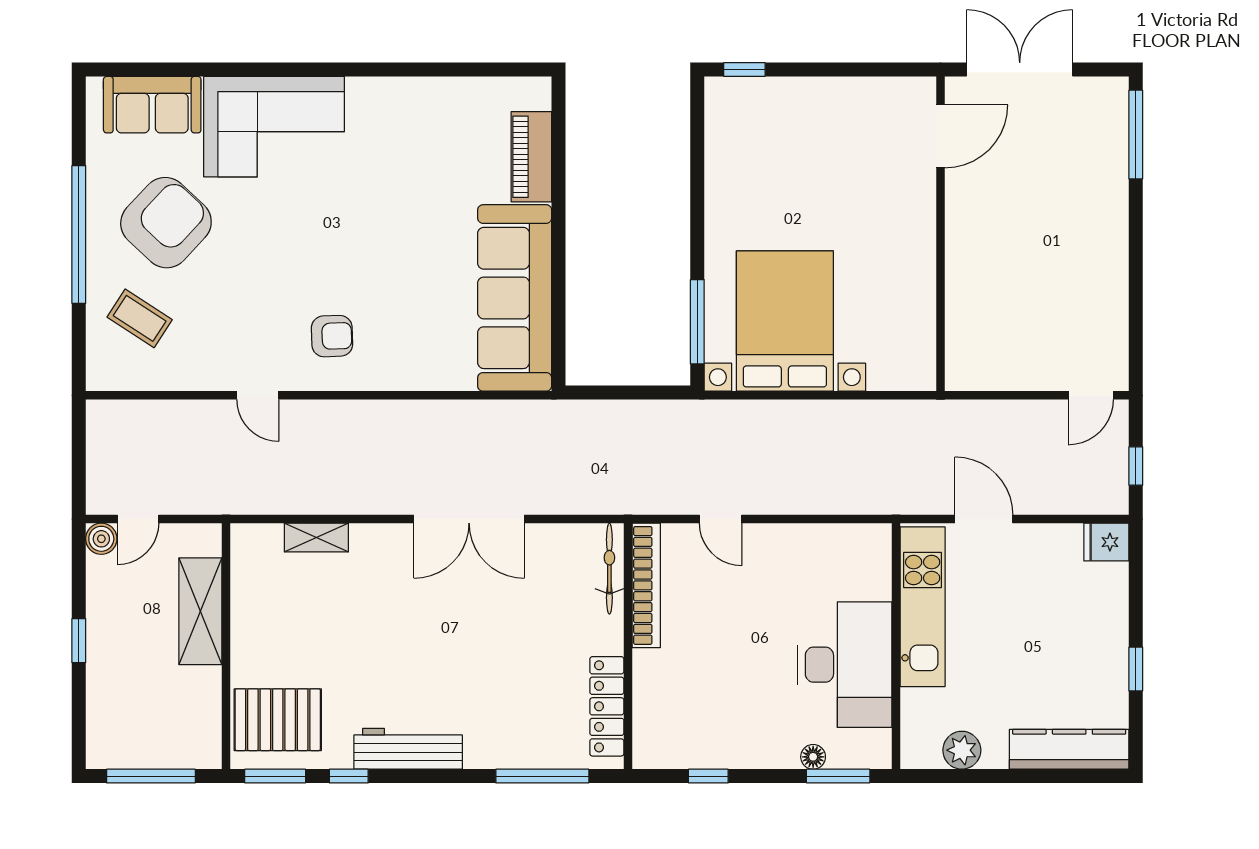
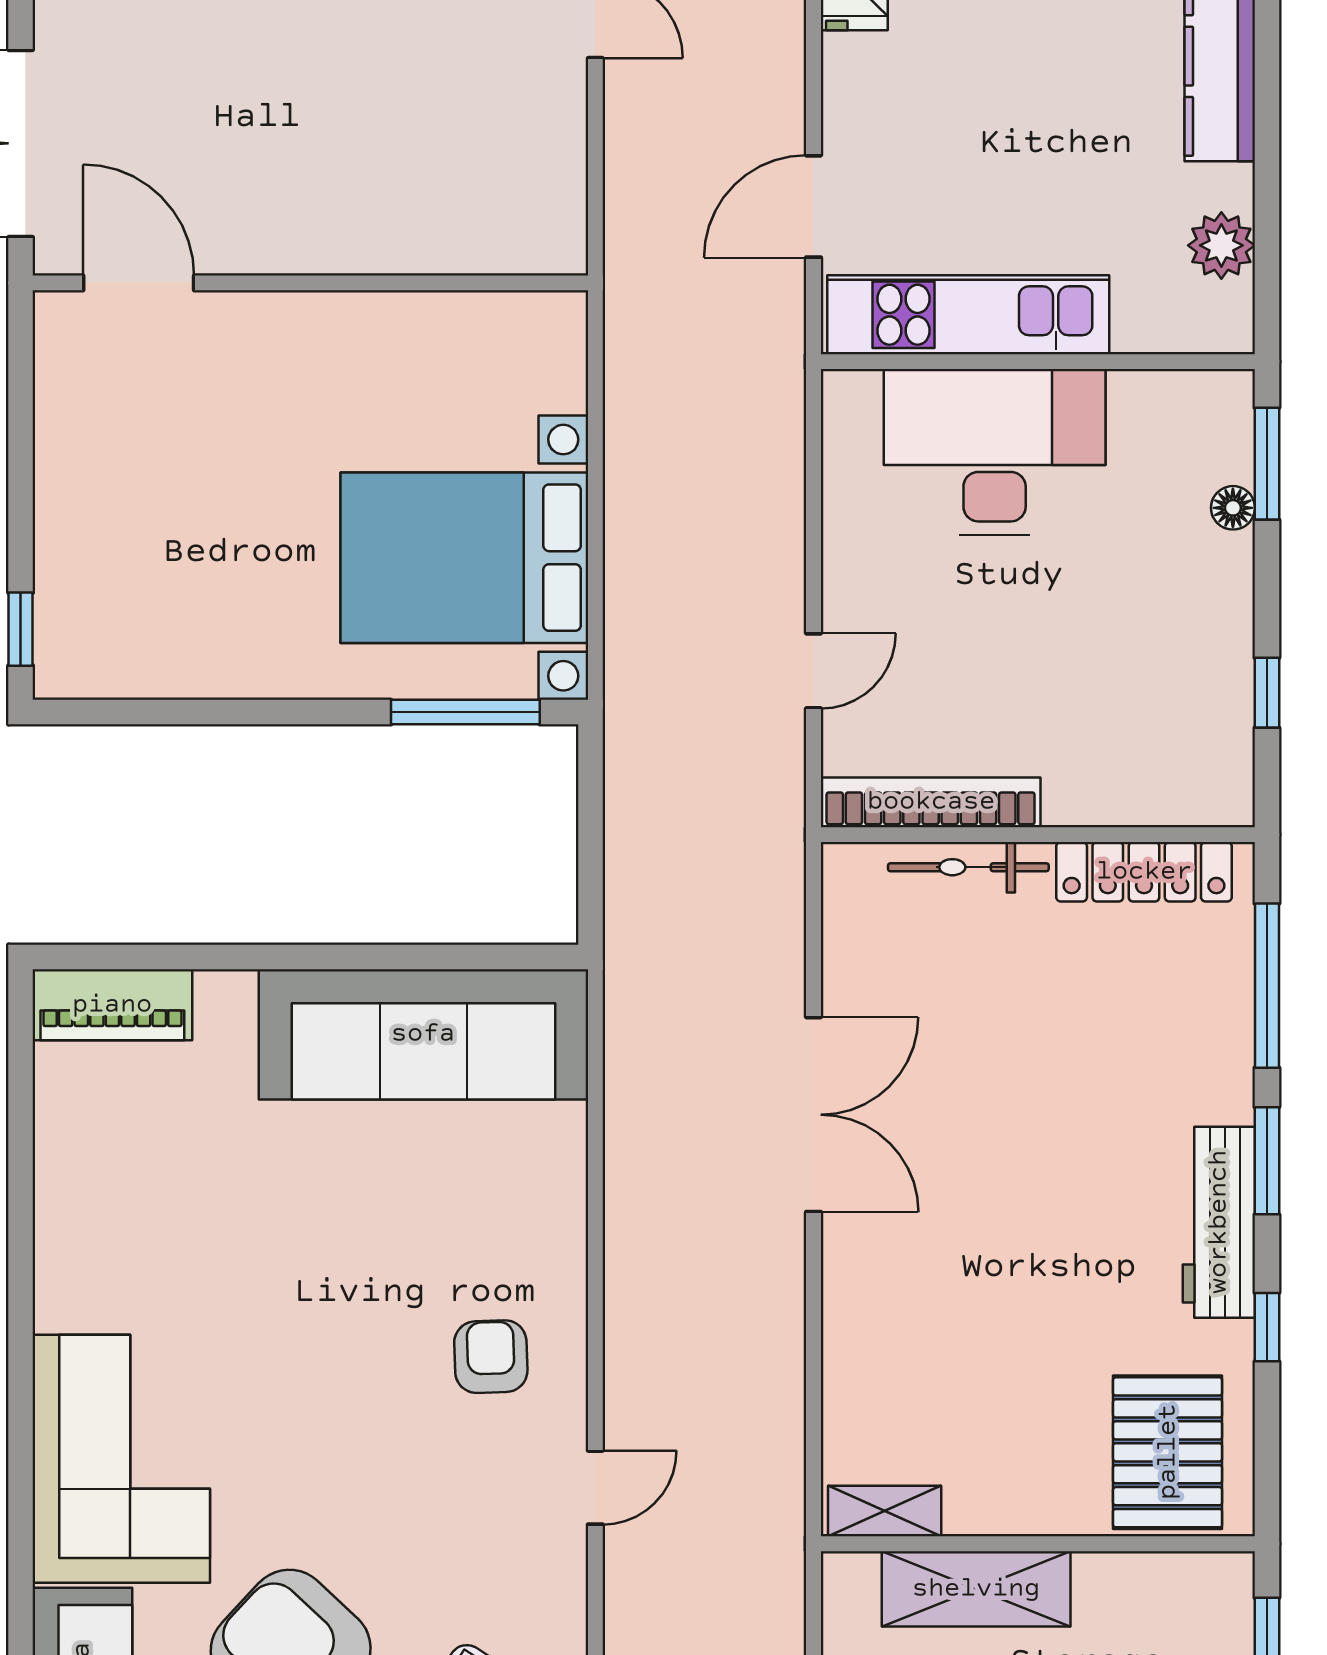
piano: (531, 157) -> (112, 1005), moved
shelving: (316, 538) -> (885, 1511), moved, turned 90
bicycle: (609, 569) -> (968, 867), moved
desk: (845, 665) -> (995, 452), moved
window: (275, 776) -> (1267, 1161), moved

